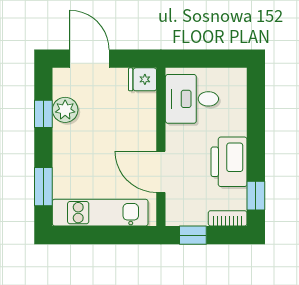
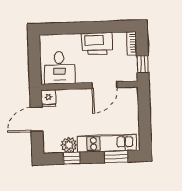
door: (89, 59) -> (37, 119), moved
window: (256, 196) -> (117, 26), removed
kitchen unit: (100, 213) -> (107, 143), moved, turned 90

